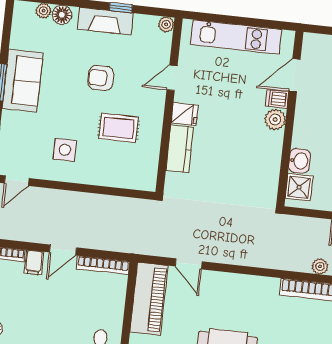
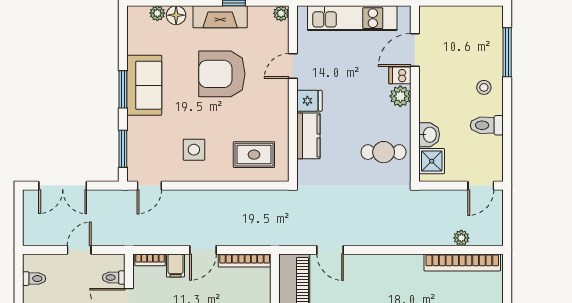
armchair: (101, 78) -> (222, 74), width x1.88, depth x1.88
rug: (119, 128) -> (254, 155), moved
cafe table: (252, 173) -> (384, 152), added

